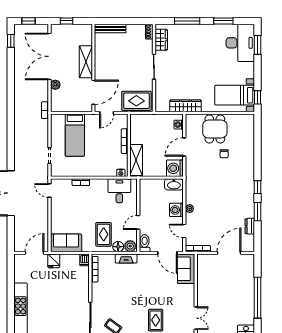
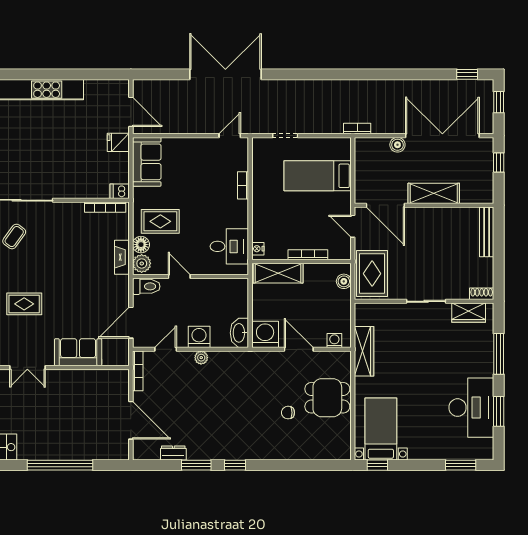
desk: (240, 43) -> (471, 408), moved, turned -90
boiler: (141, 119) -> (344, 281), added
sofa: (186, 269) -> (78, 352), moved

